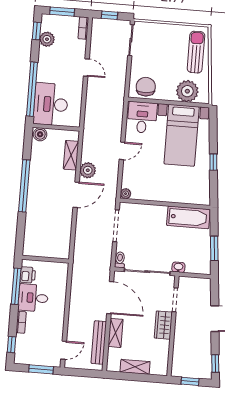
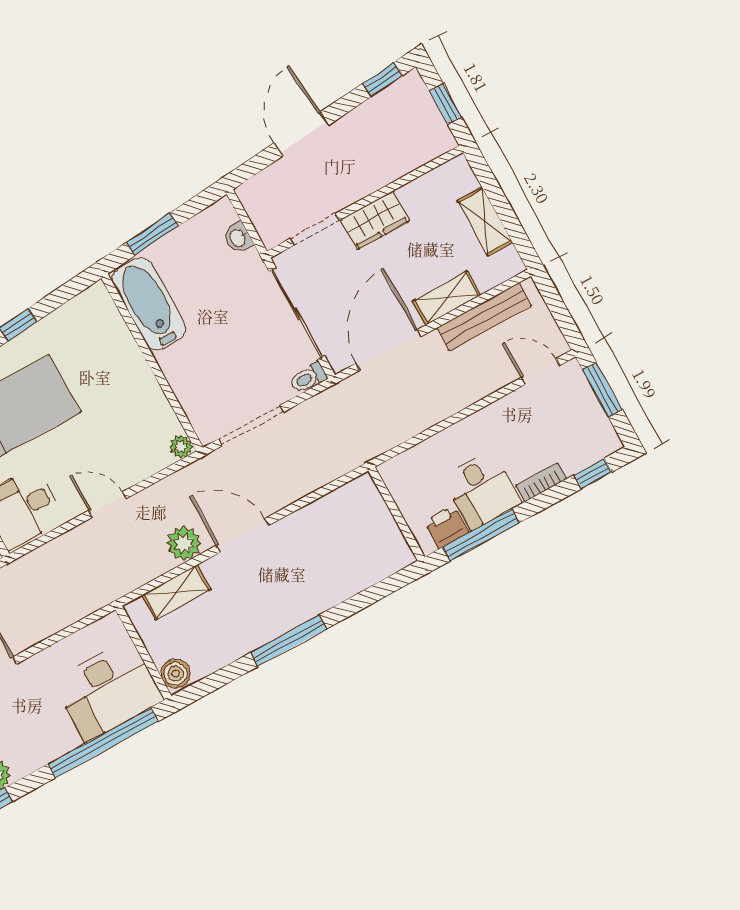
window: (24, 186) -> (289, 641), width x0.68
window: (214, 248) -> (152, 234), moved
washbasin: (178, 267) -> (238, 238), moved

